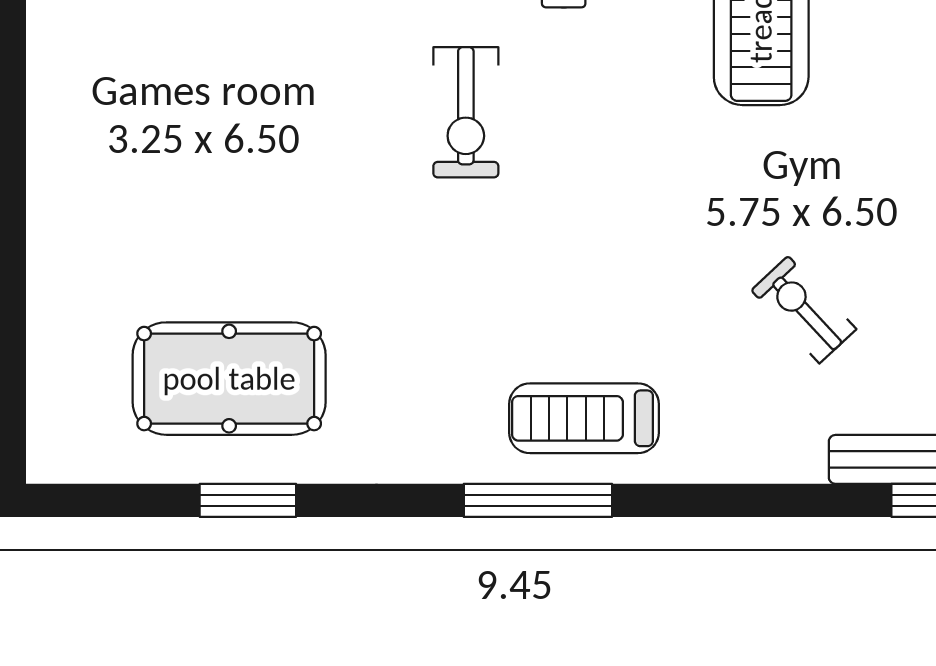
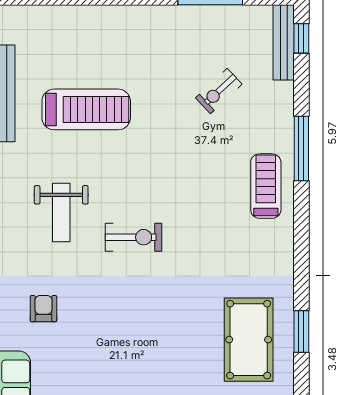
treadmill: (584, 418) -> (266, 186), turned 180
window: (538, 500) -> (301, 148), moved

